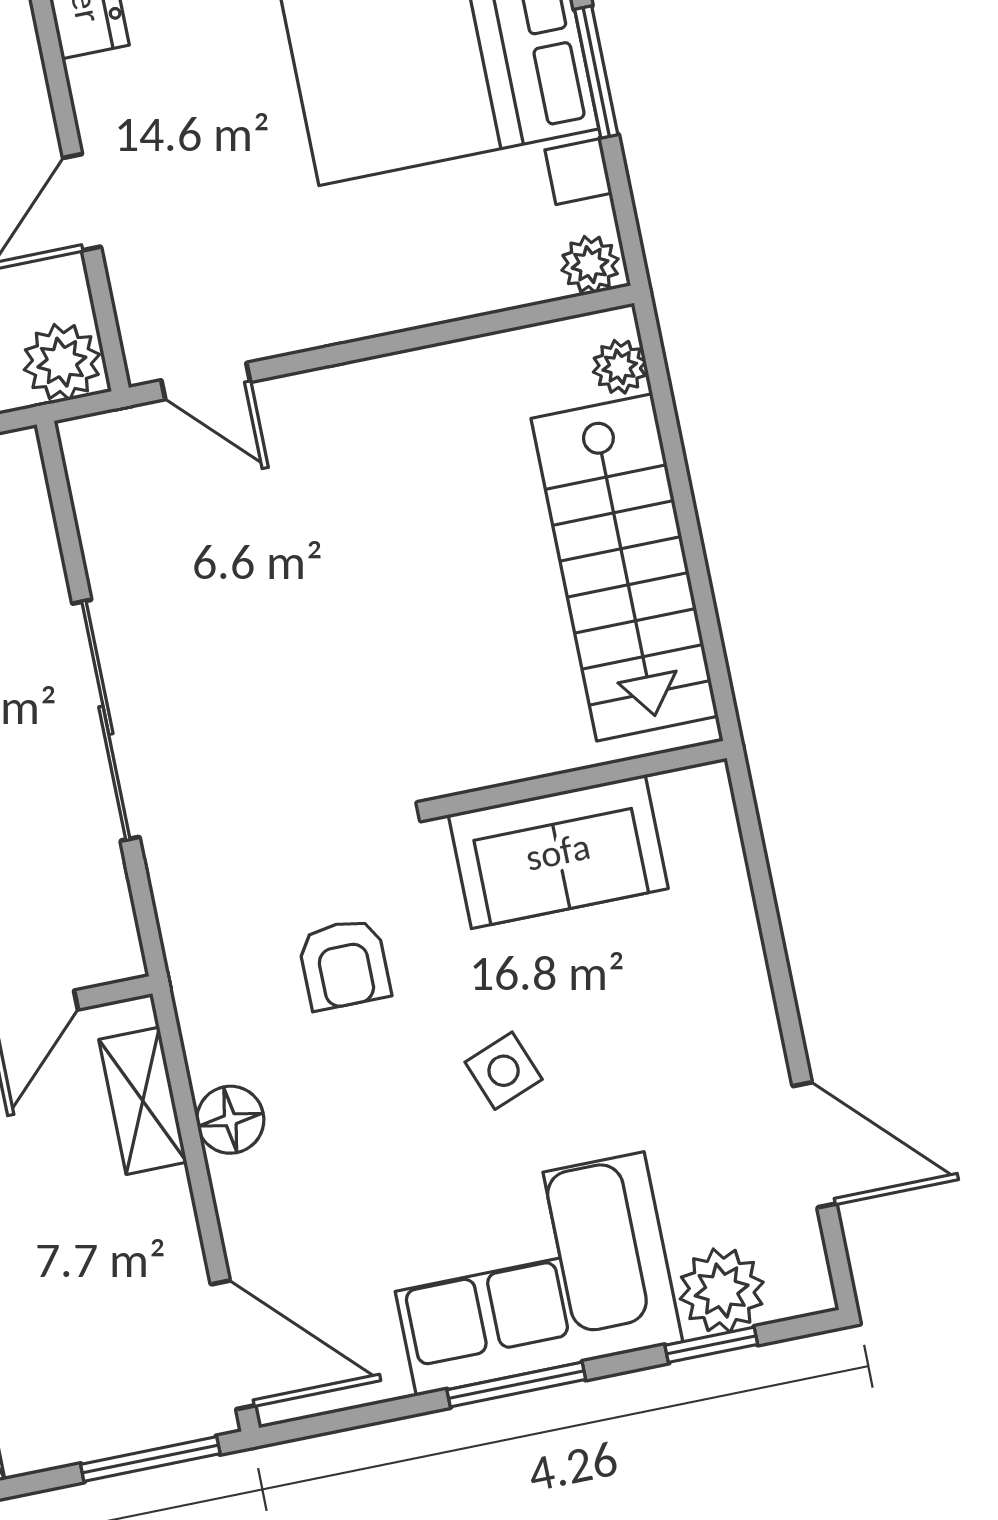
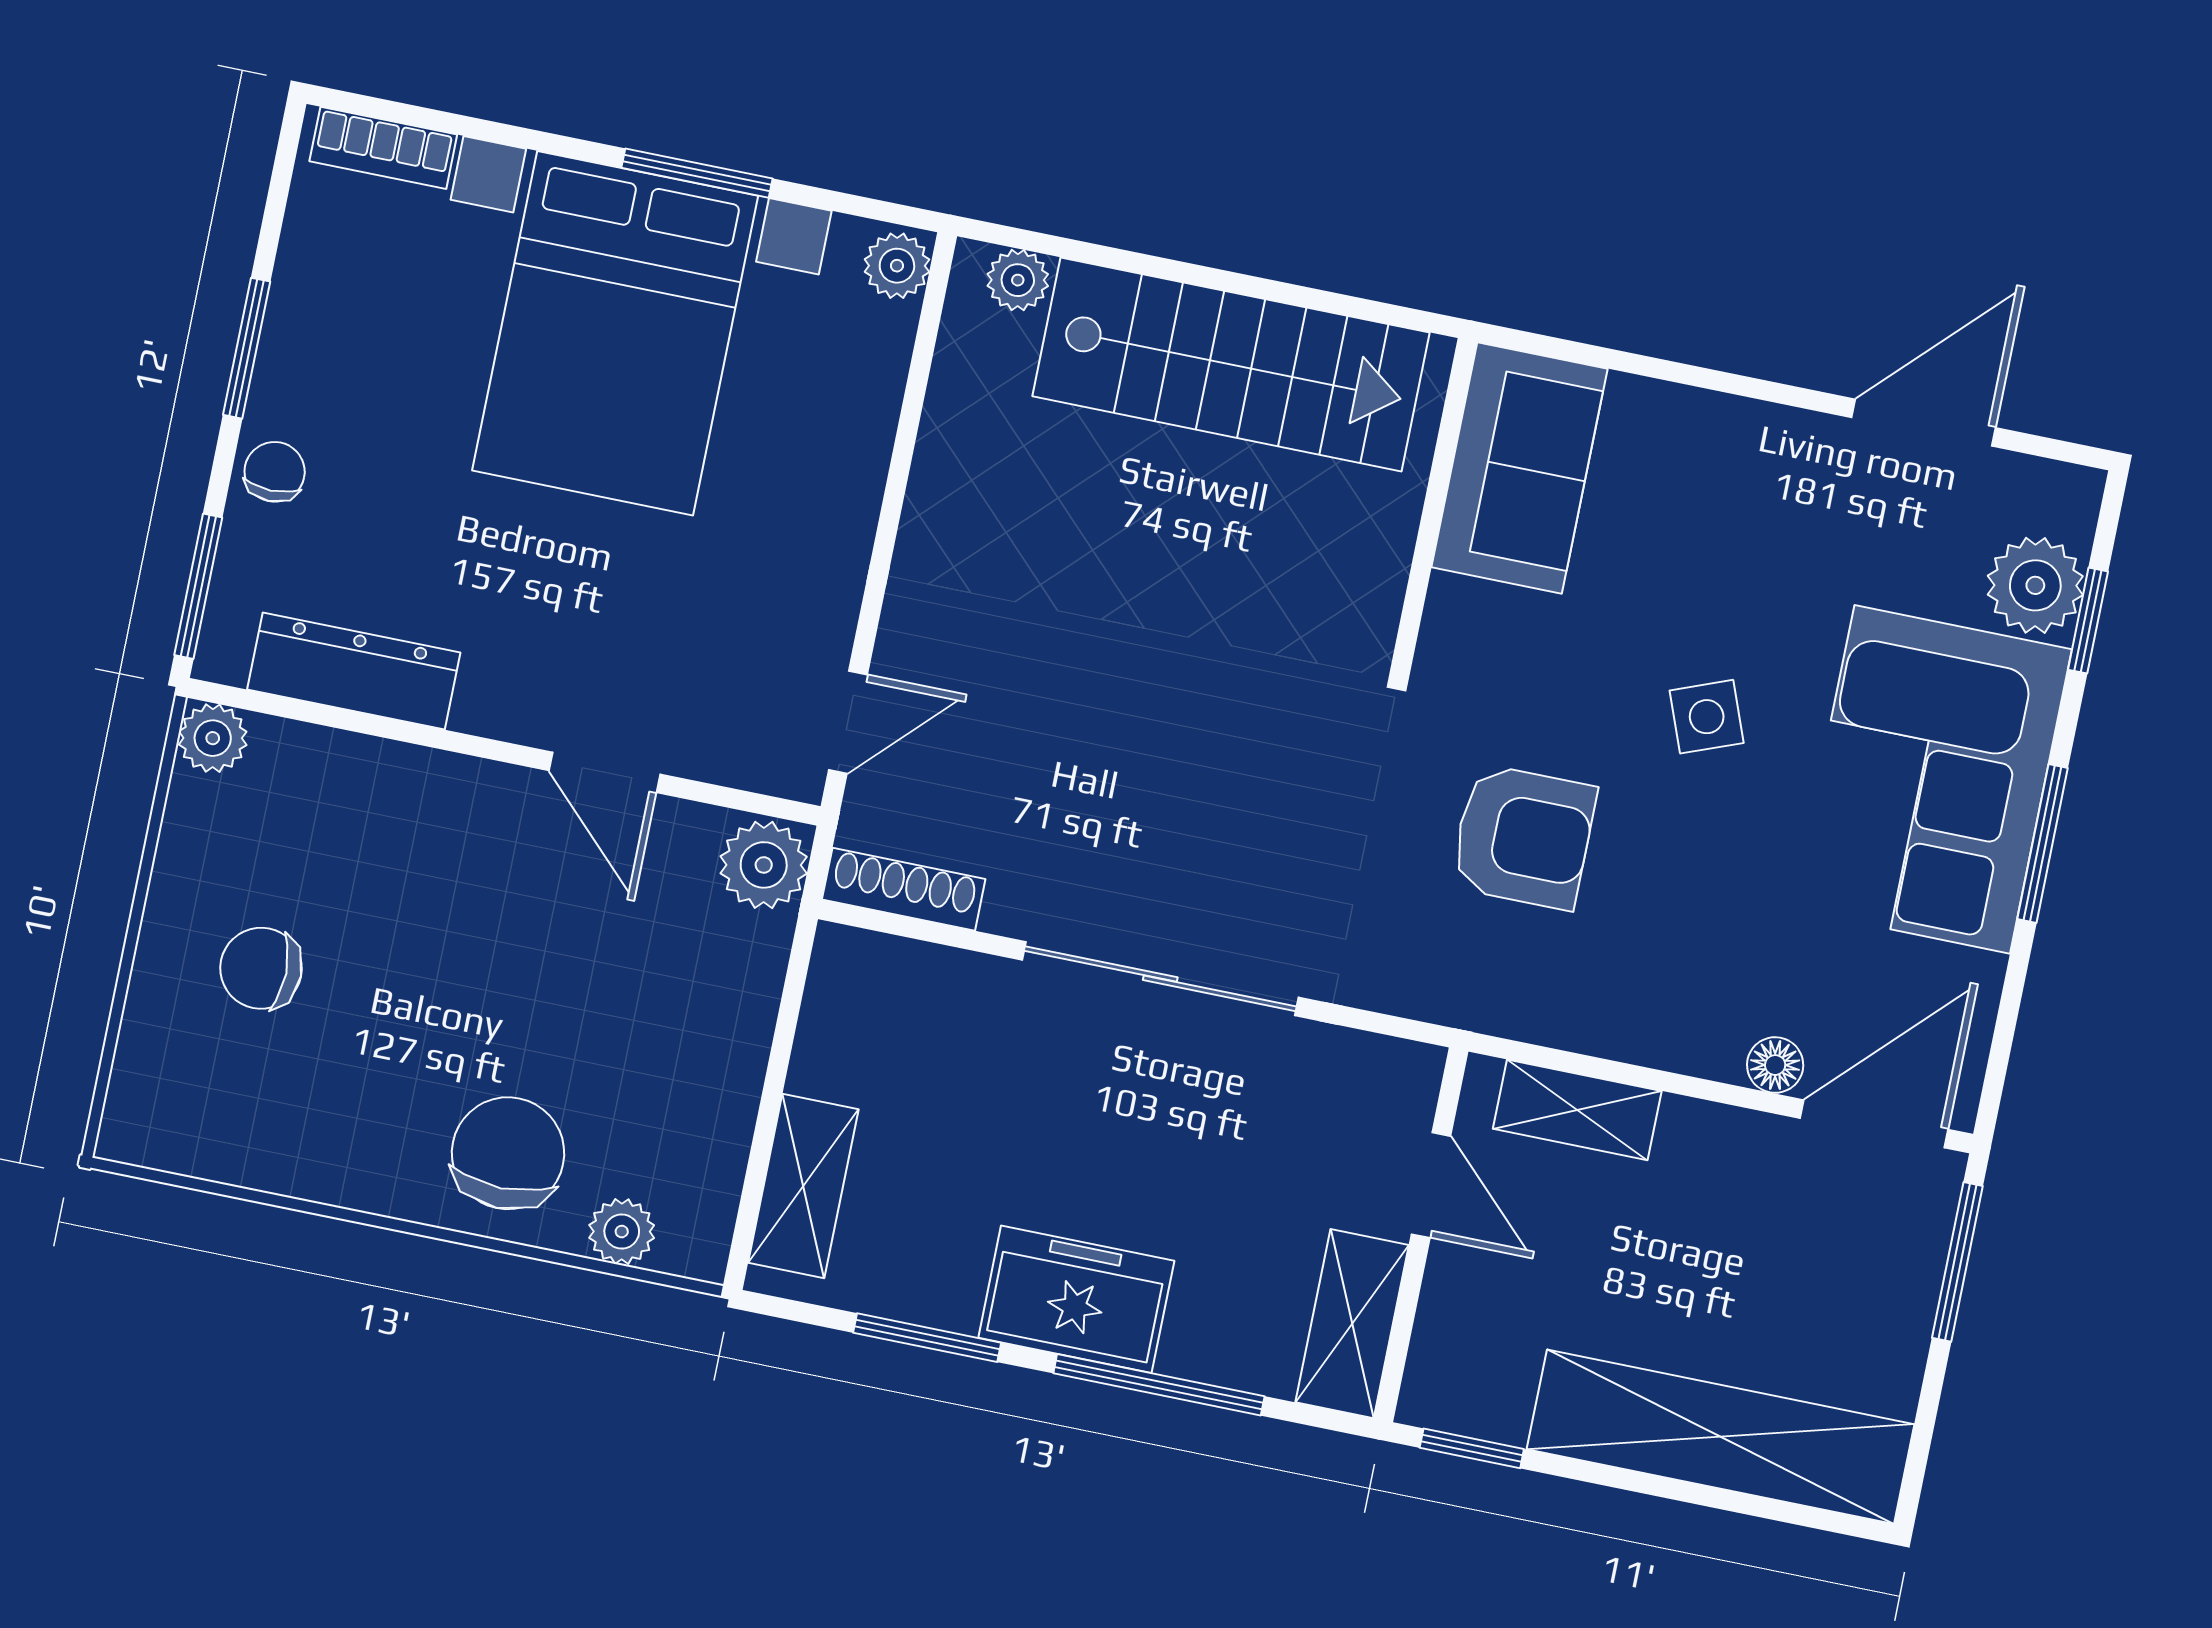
shoe rack: (90, 483) -> (904, 889), added
sofa: (558, 852) -> (1520, 468), moved
armchair: (344, 964) -> (1523, 837), width x1.38, depth x1.38
floor lamp: (230, 1120) -> (1775, 1065), moved, width x0.73, depth x0.73

